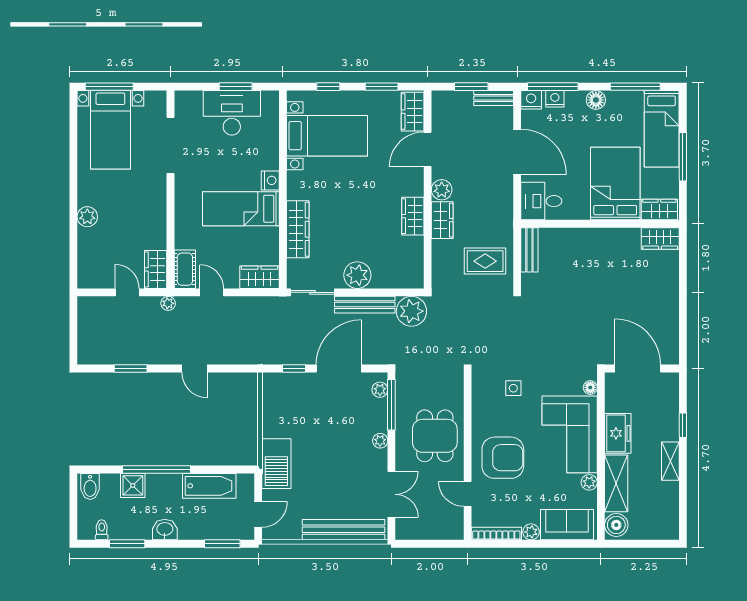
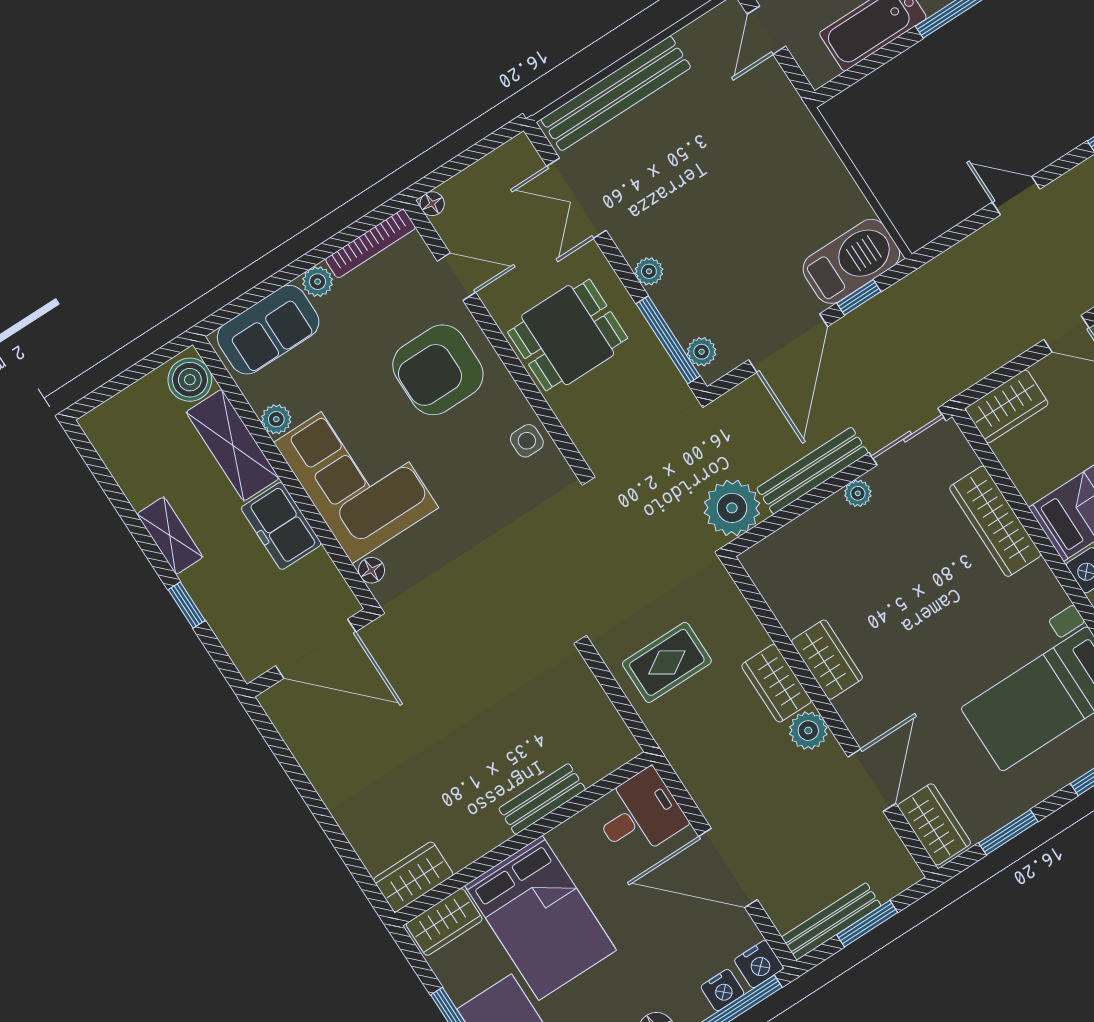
bench: (494, 98) -> (831, 921), width x1.36
bench: (529, 250) -> (542, 799), moved, turned 90
plant: (357, 275) -> (858, 493), width x0.53, depth x0.53
side table: (513, 388) -> (527, 441), moved
dining table: (435, 436) -> (568, 335), turned 90
barbecue: (276, 464) -> (851, 261), moved, turned 90
floor lamp: (457, 534) -> (432, 204), added

